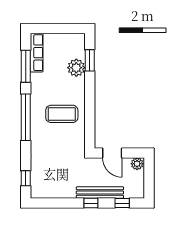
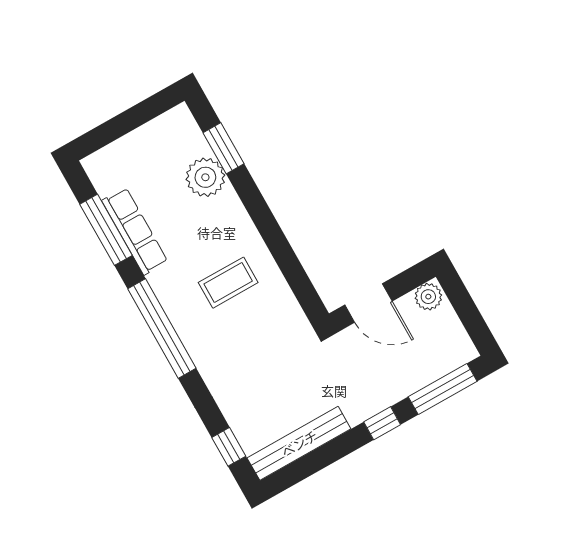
row of seats: (37, 53) -> (135, 231), moved
coffee table: (62, 114) -> (228, 283), width x0.73, depth x0.76
bench: (100, 193) -> (299, 443), moved
window: (122, 203) -> (443, 389), width x2.17

